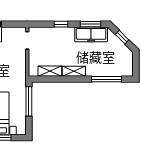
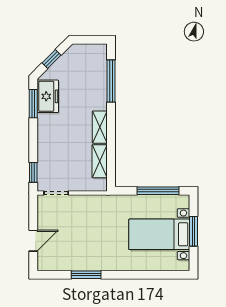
window: (61, 24) -> (33, 172), moved
freezer: (91, 34) -> (48, 96), width x0.71
window: (29, 101) -> (158, 191), moved

